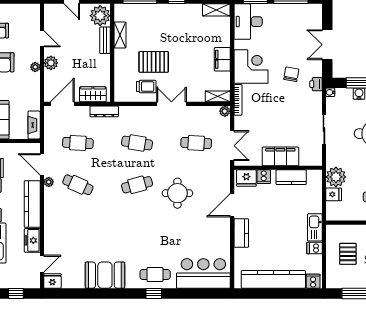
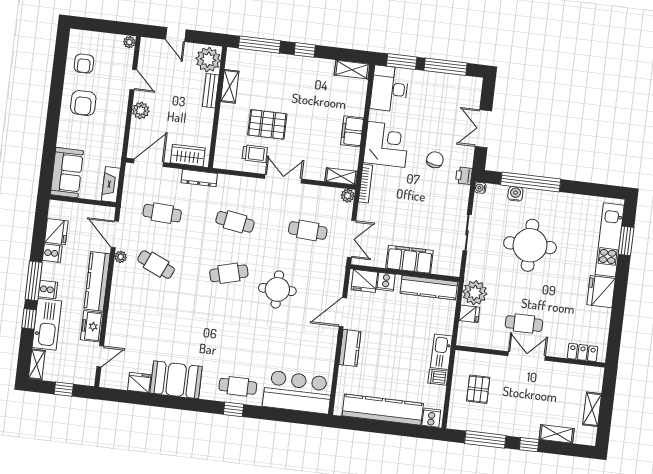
plant: (35, 67) -> (129, 42), moved
kitchen counter: (291, 177) -> (429, 288), width x1.50
fridge: (52, 281) -> (139, 383), moved

